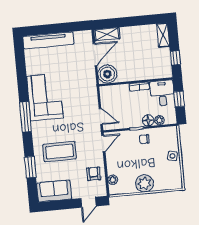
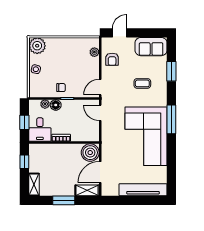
window: (130, 21) -> (64, 200), added
corner sofa: (45, 97) -> (146, 136), width x1.36, depth x1.36
coffee table: (60, 152) -> (142, 83), width x0.54, depth x0.58
plant: (144, 183) -> (37, 46), moved

